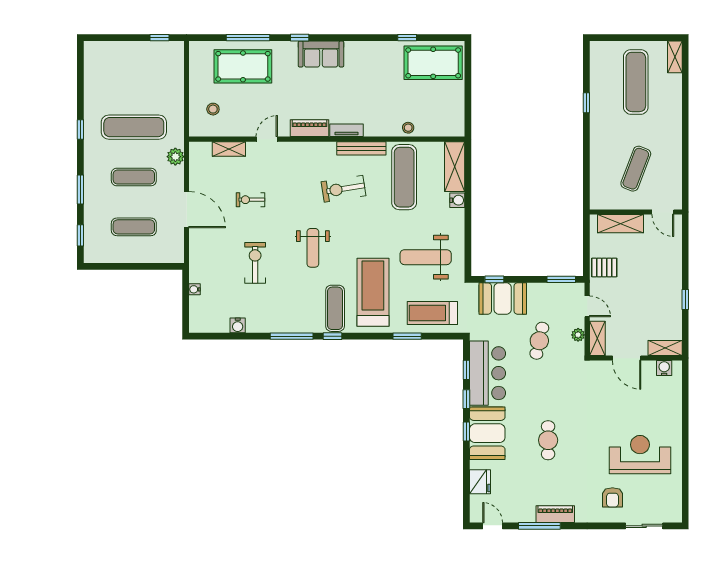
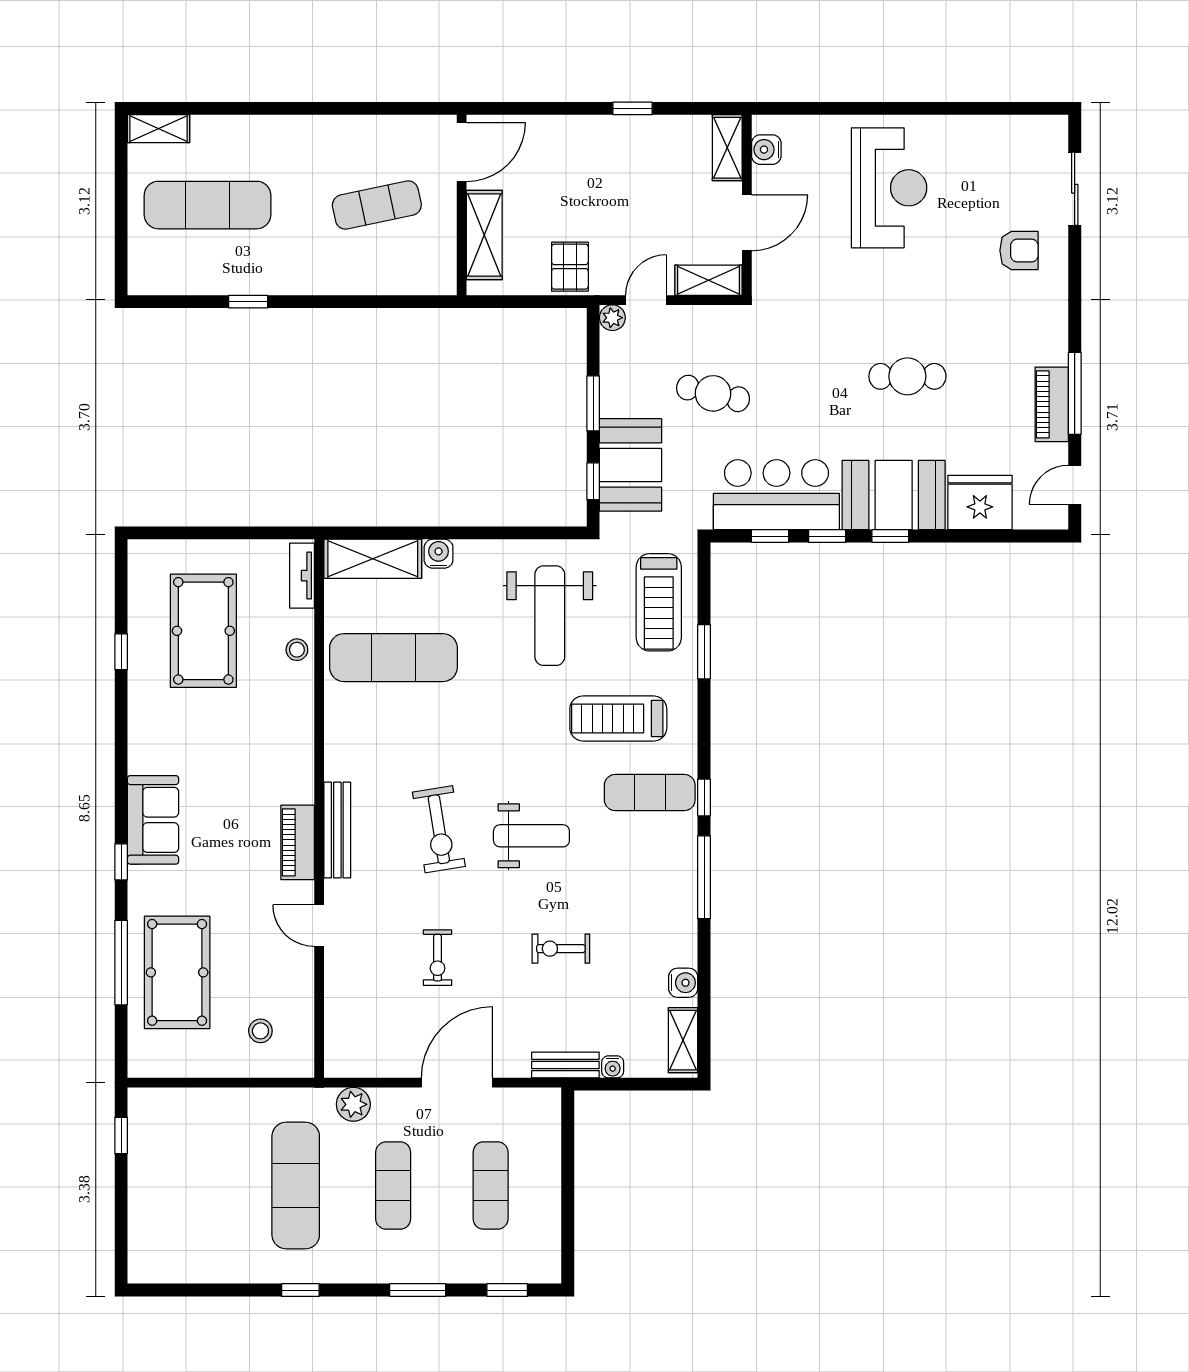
pool table: (433, 63) -> (203, 631), moved
tv unit: (346, 130) -> (302, 576), moved
bench: (361, 148) -> (337, 830), moved
shelving: (229, 149) -> (683, 1040), moved
exercise mat: (636, 169) -> (377, 205), turned -33
exercise bike: (343, 189) -> (439, 829), moved
door: (663, 212) -> (462, 152), width x1.38
exercise bike: (255, 263) -> (561, 949), width x0.73, depth x0.72
bench: (196, 265) -> (565, 1065), added
window: (561, 279) -> (593, 403), moved
treadmill: (373, 292) -> (618, 718), width x0.73, depth x0.73
plant: (578, 335) -> (612, 318), moved
reception desk: (640, 455) -> (889, 188), moved, turned 180
fridge: (480, 482) -> (980, 503), width x1.36, depth x1.34
piano: (555, 514) -> (1052, 404), moved

